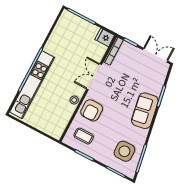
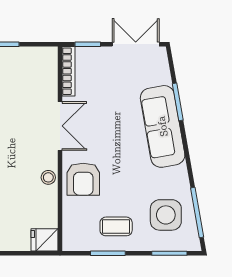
fridge: (105, 37) -> (45, 240), moved
double door: (94, 77) -> (60, 126), swing flipped
sofa: (145, 111) -> (163, 126), width x1.36
coffee table: (84, 136) -> (116, 226), moved

